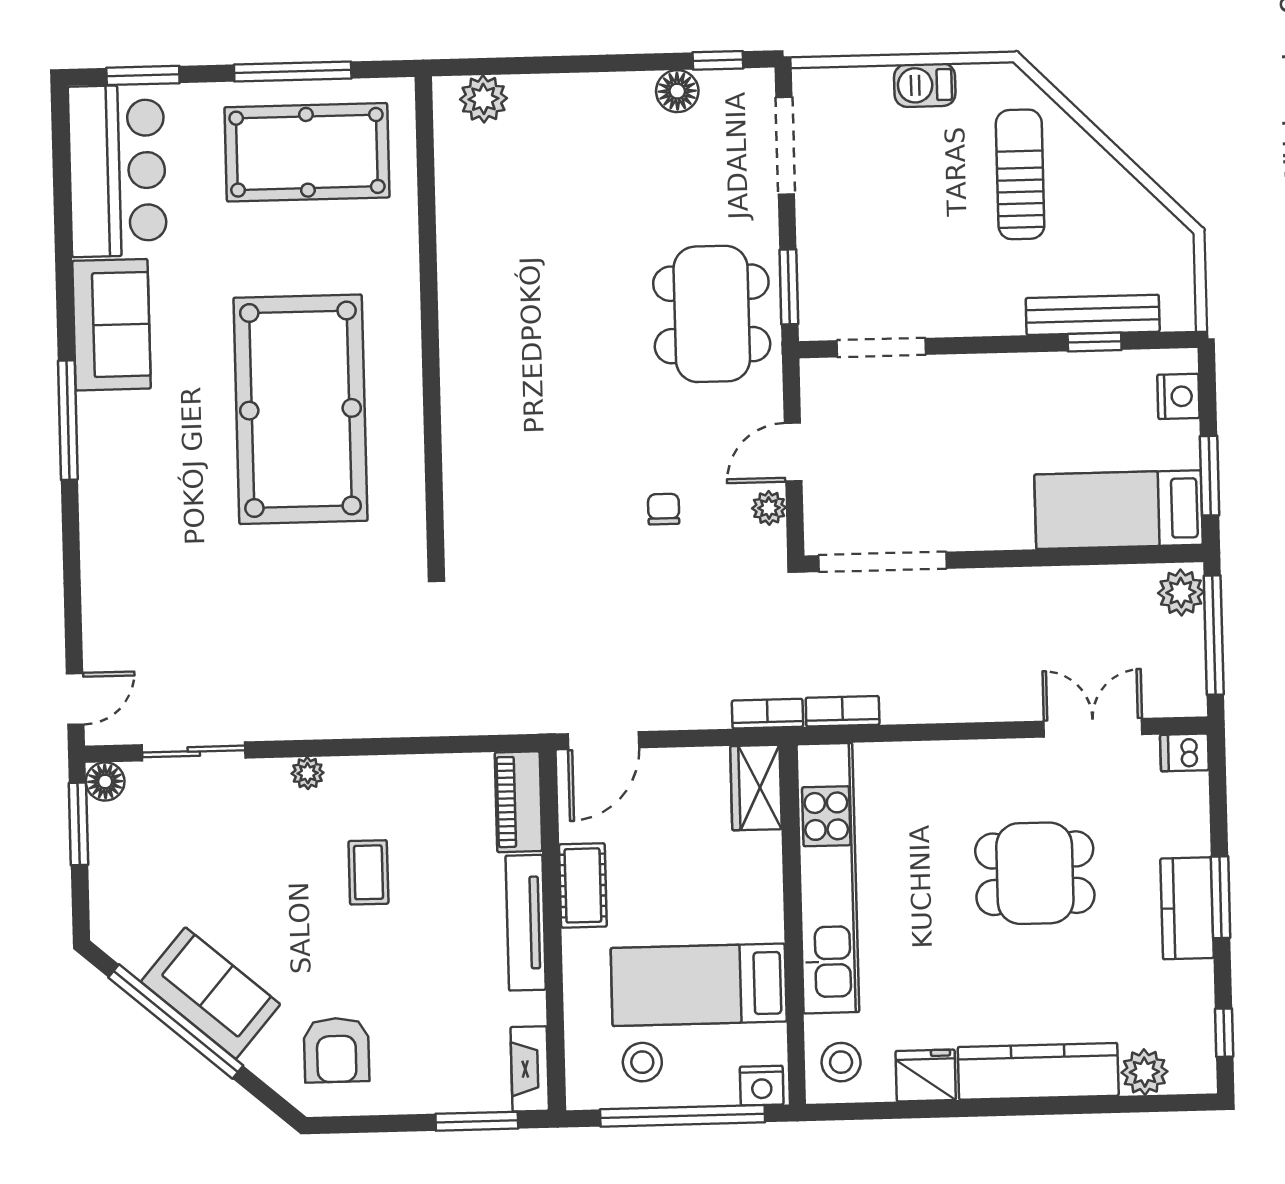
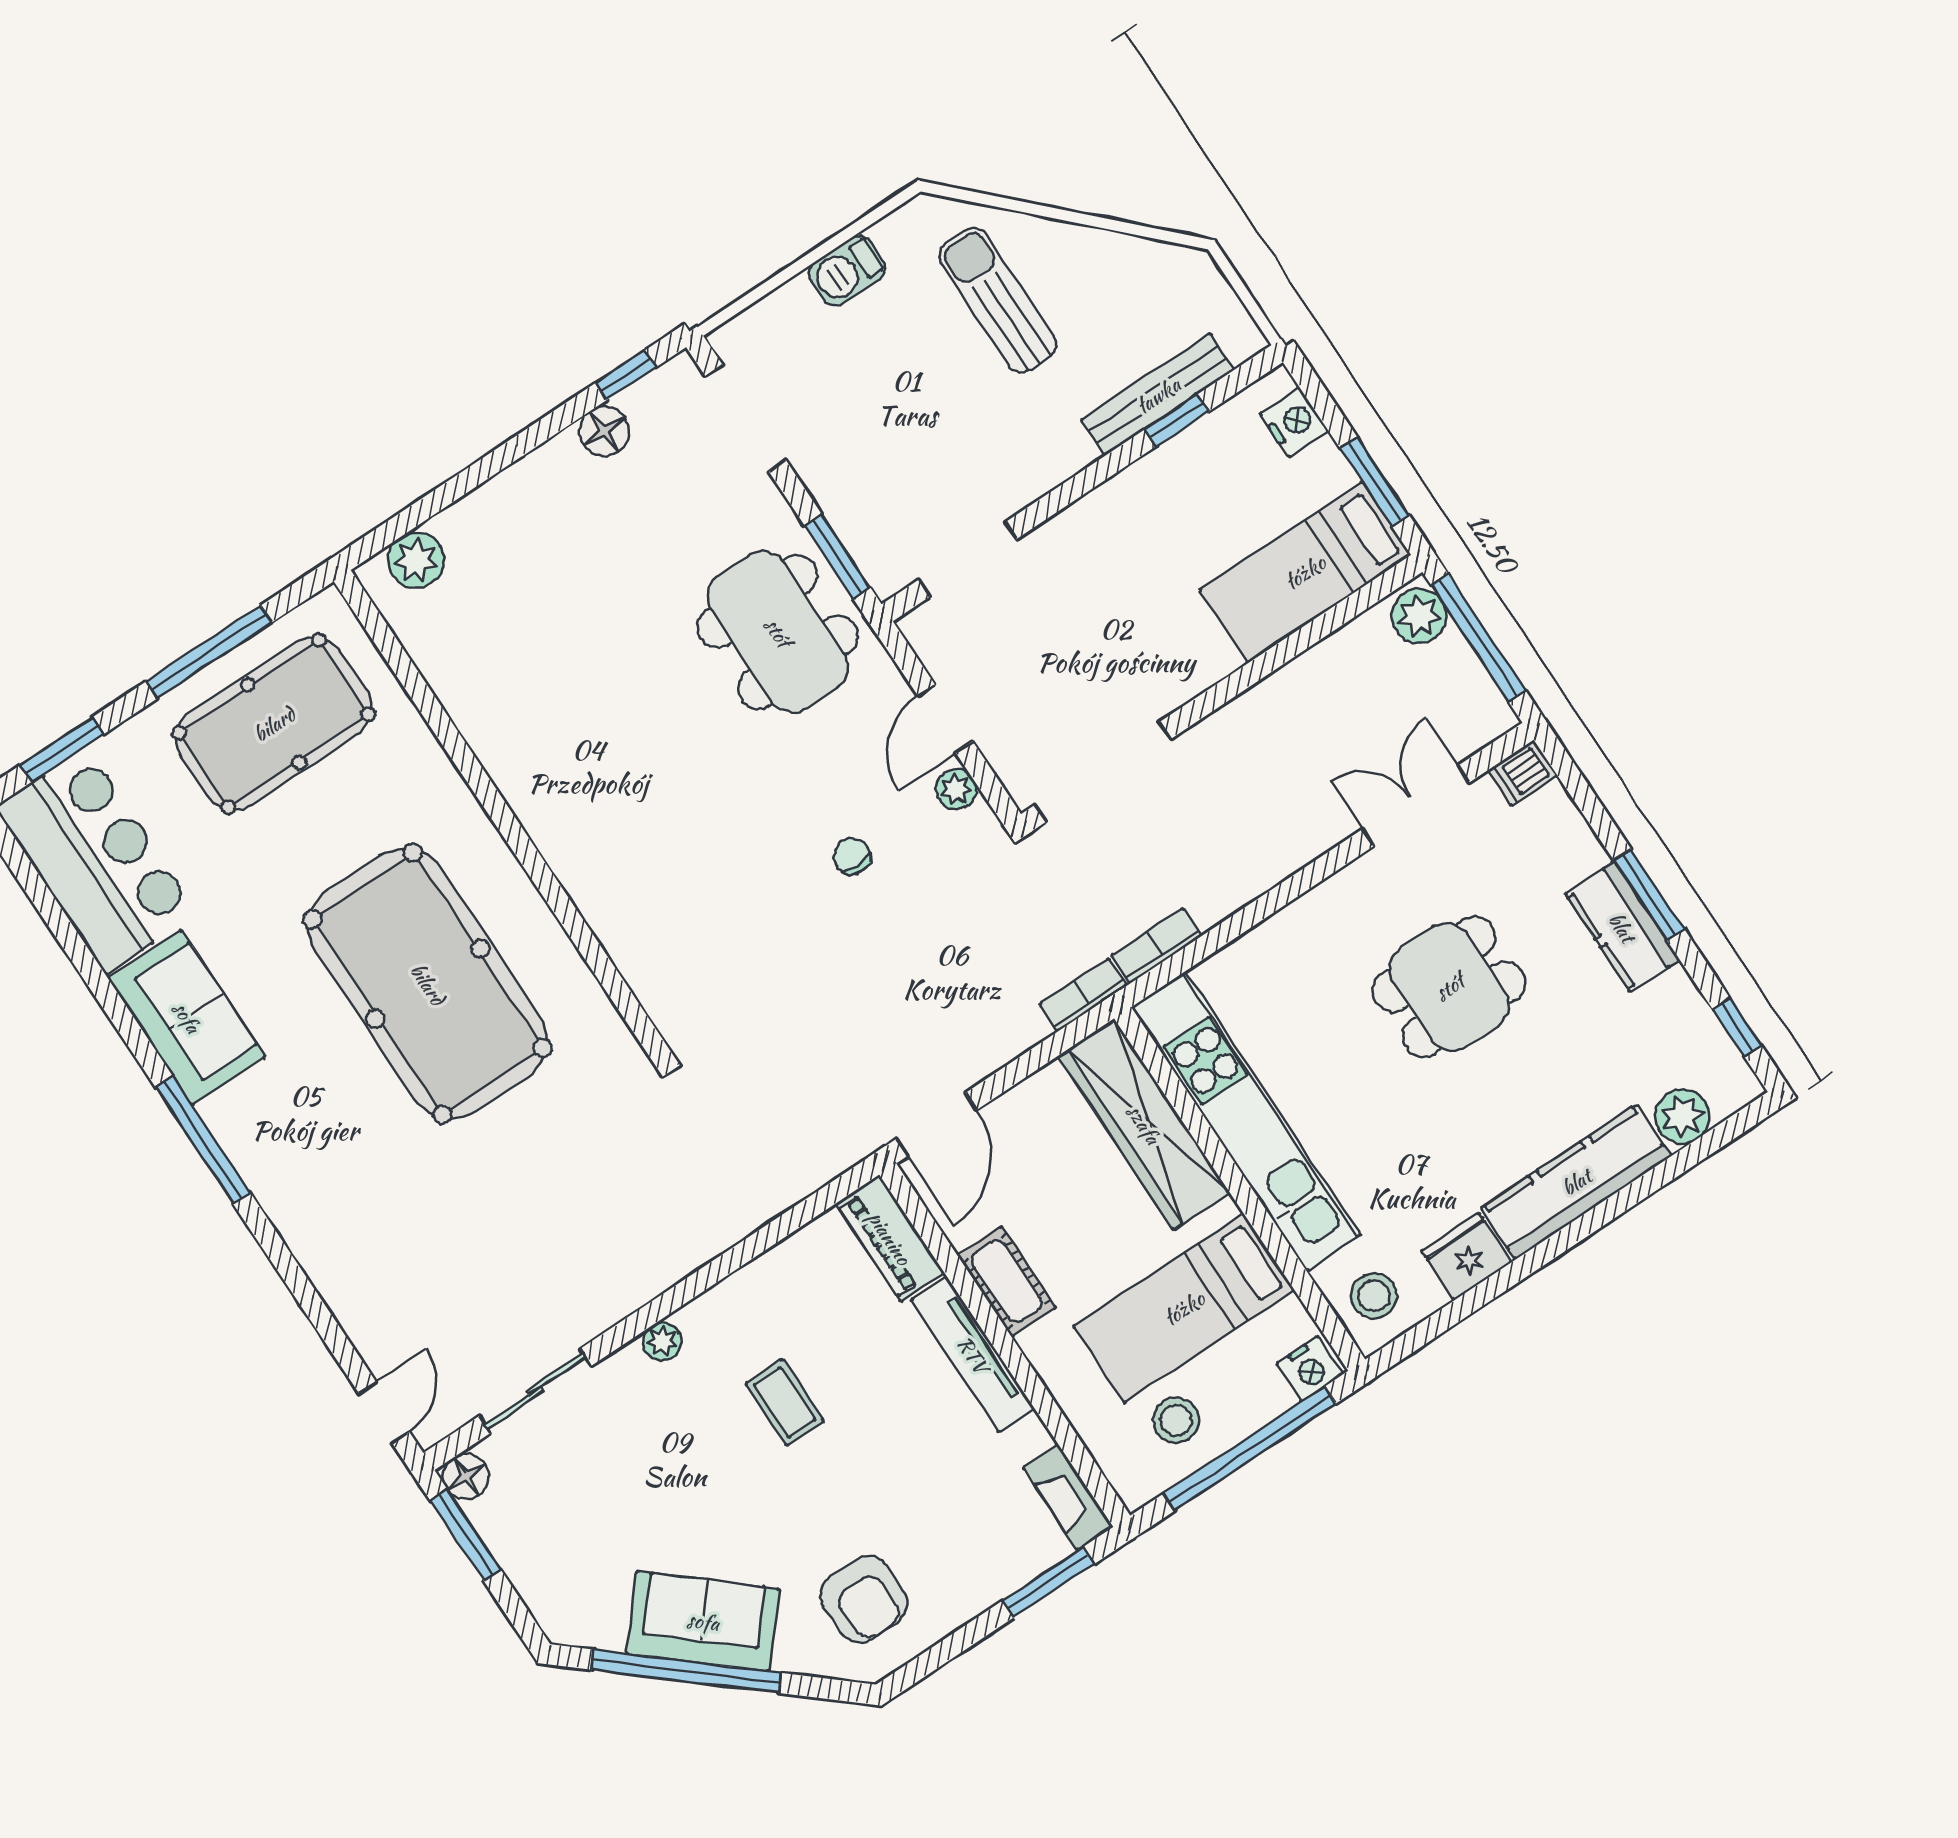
wardrobe: (756, 788) -> (1144, 1124), width x2.10, depth x1.17

